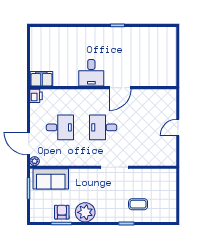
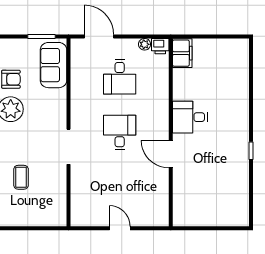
door: (29, 144) -> (99, 36), hinge flipped
plant: (35, 161) -> (145, 44), moved

